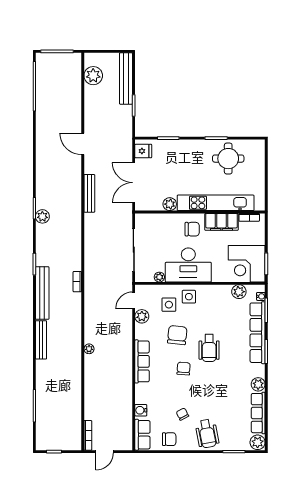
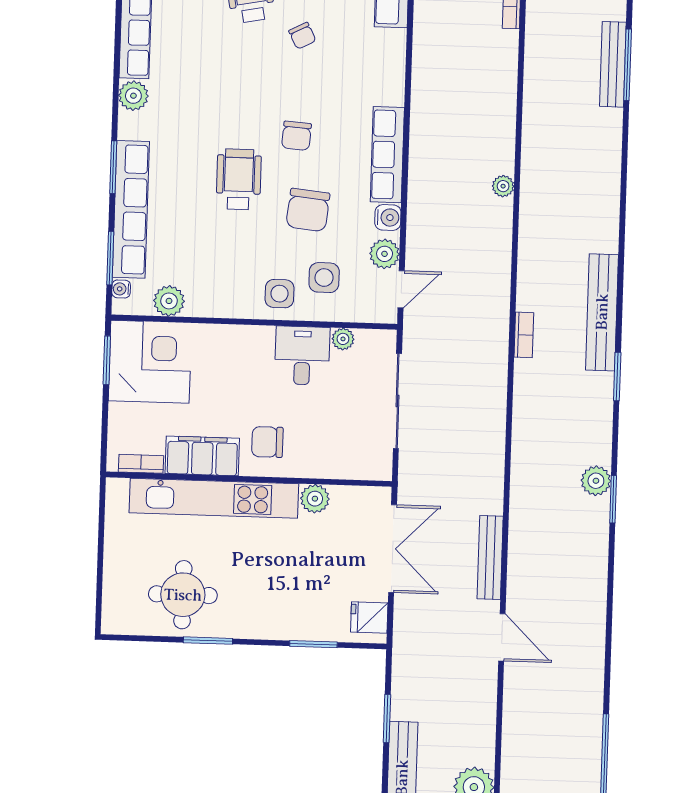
bench: (89, 193) -> (490, 557), moved
desk: (188, 265) -> (302, 356), width x0.53, depth x0.77
bench: (41, 340) -> (613, 64), moved
water cooler: (141, 410) -> (388, 217), moved

